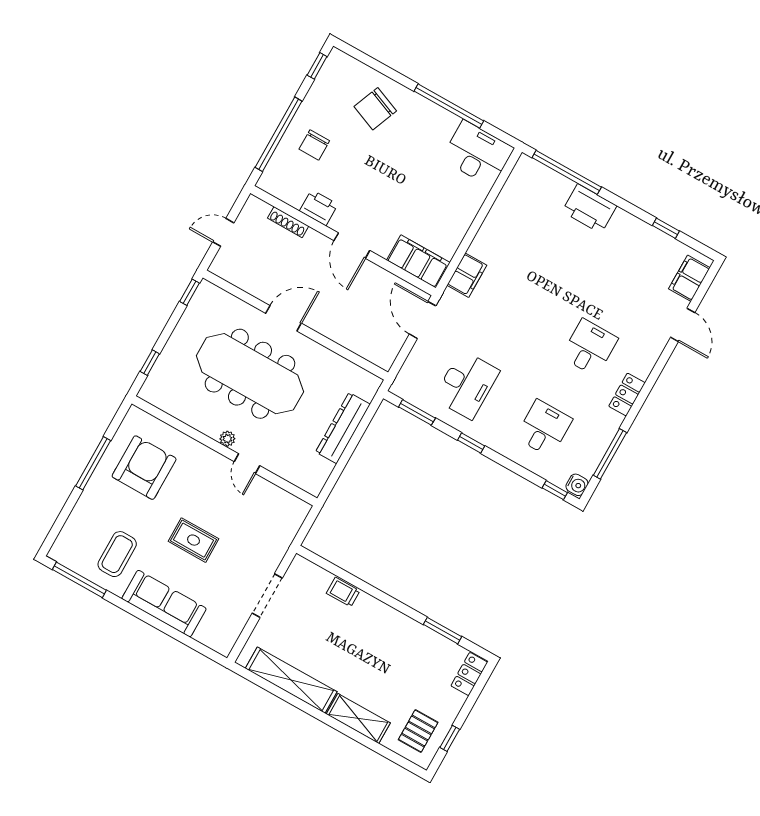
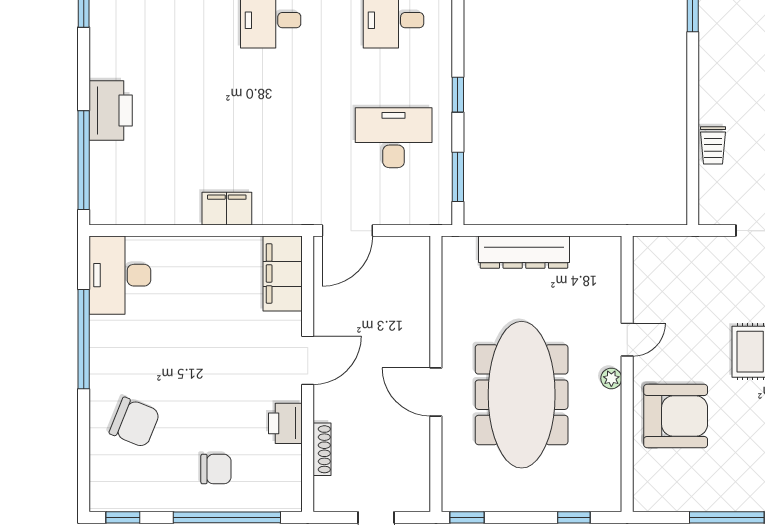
filing cabinet: (467, 275) -> (227, 209), moved
armchair: (144, 468) -> (676, 416), moved, turned 180

